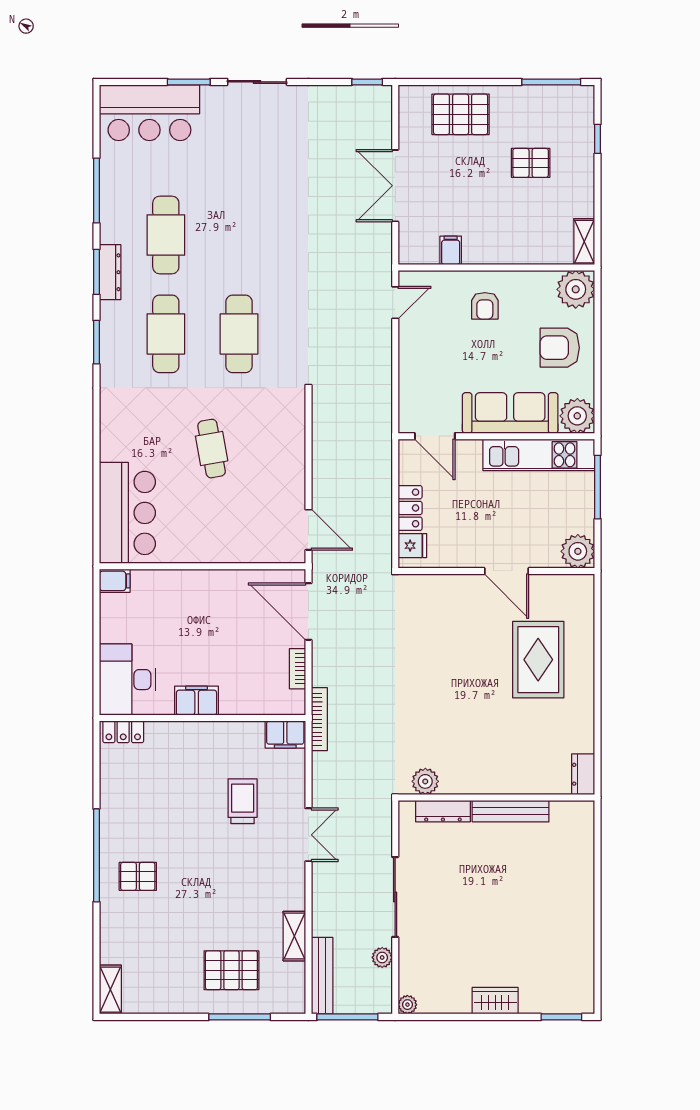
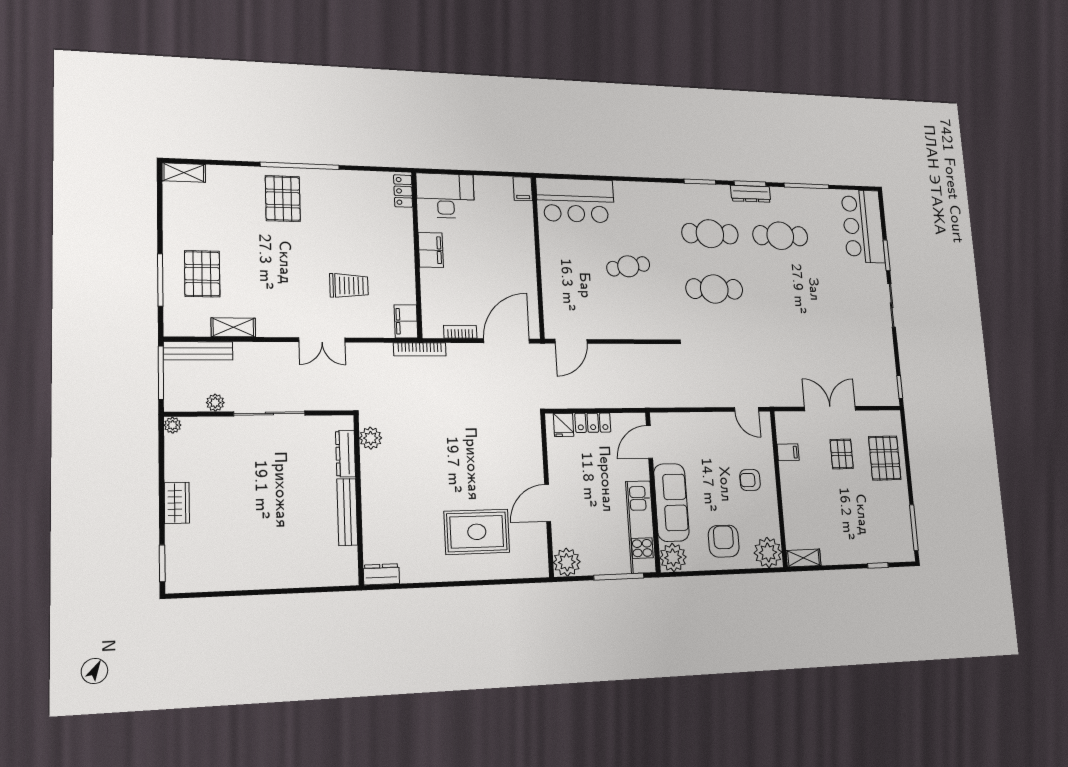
pallet: (531, 163) -> (842, 454), moved
pallet: (138, 876) -> (283, 199), width x1.50, depth x1.42

